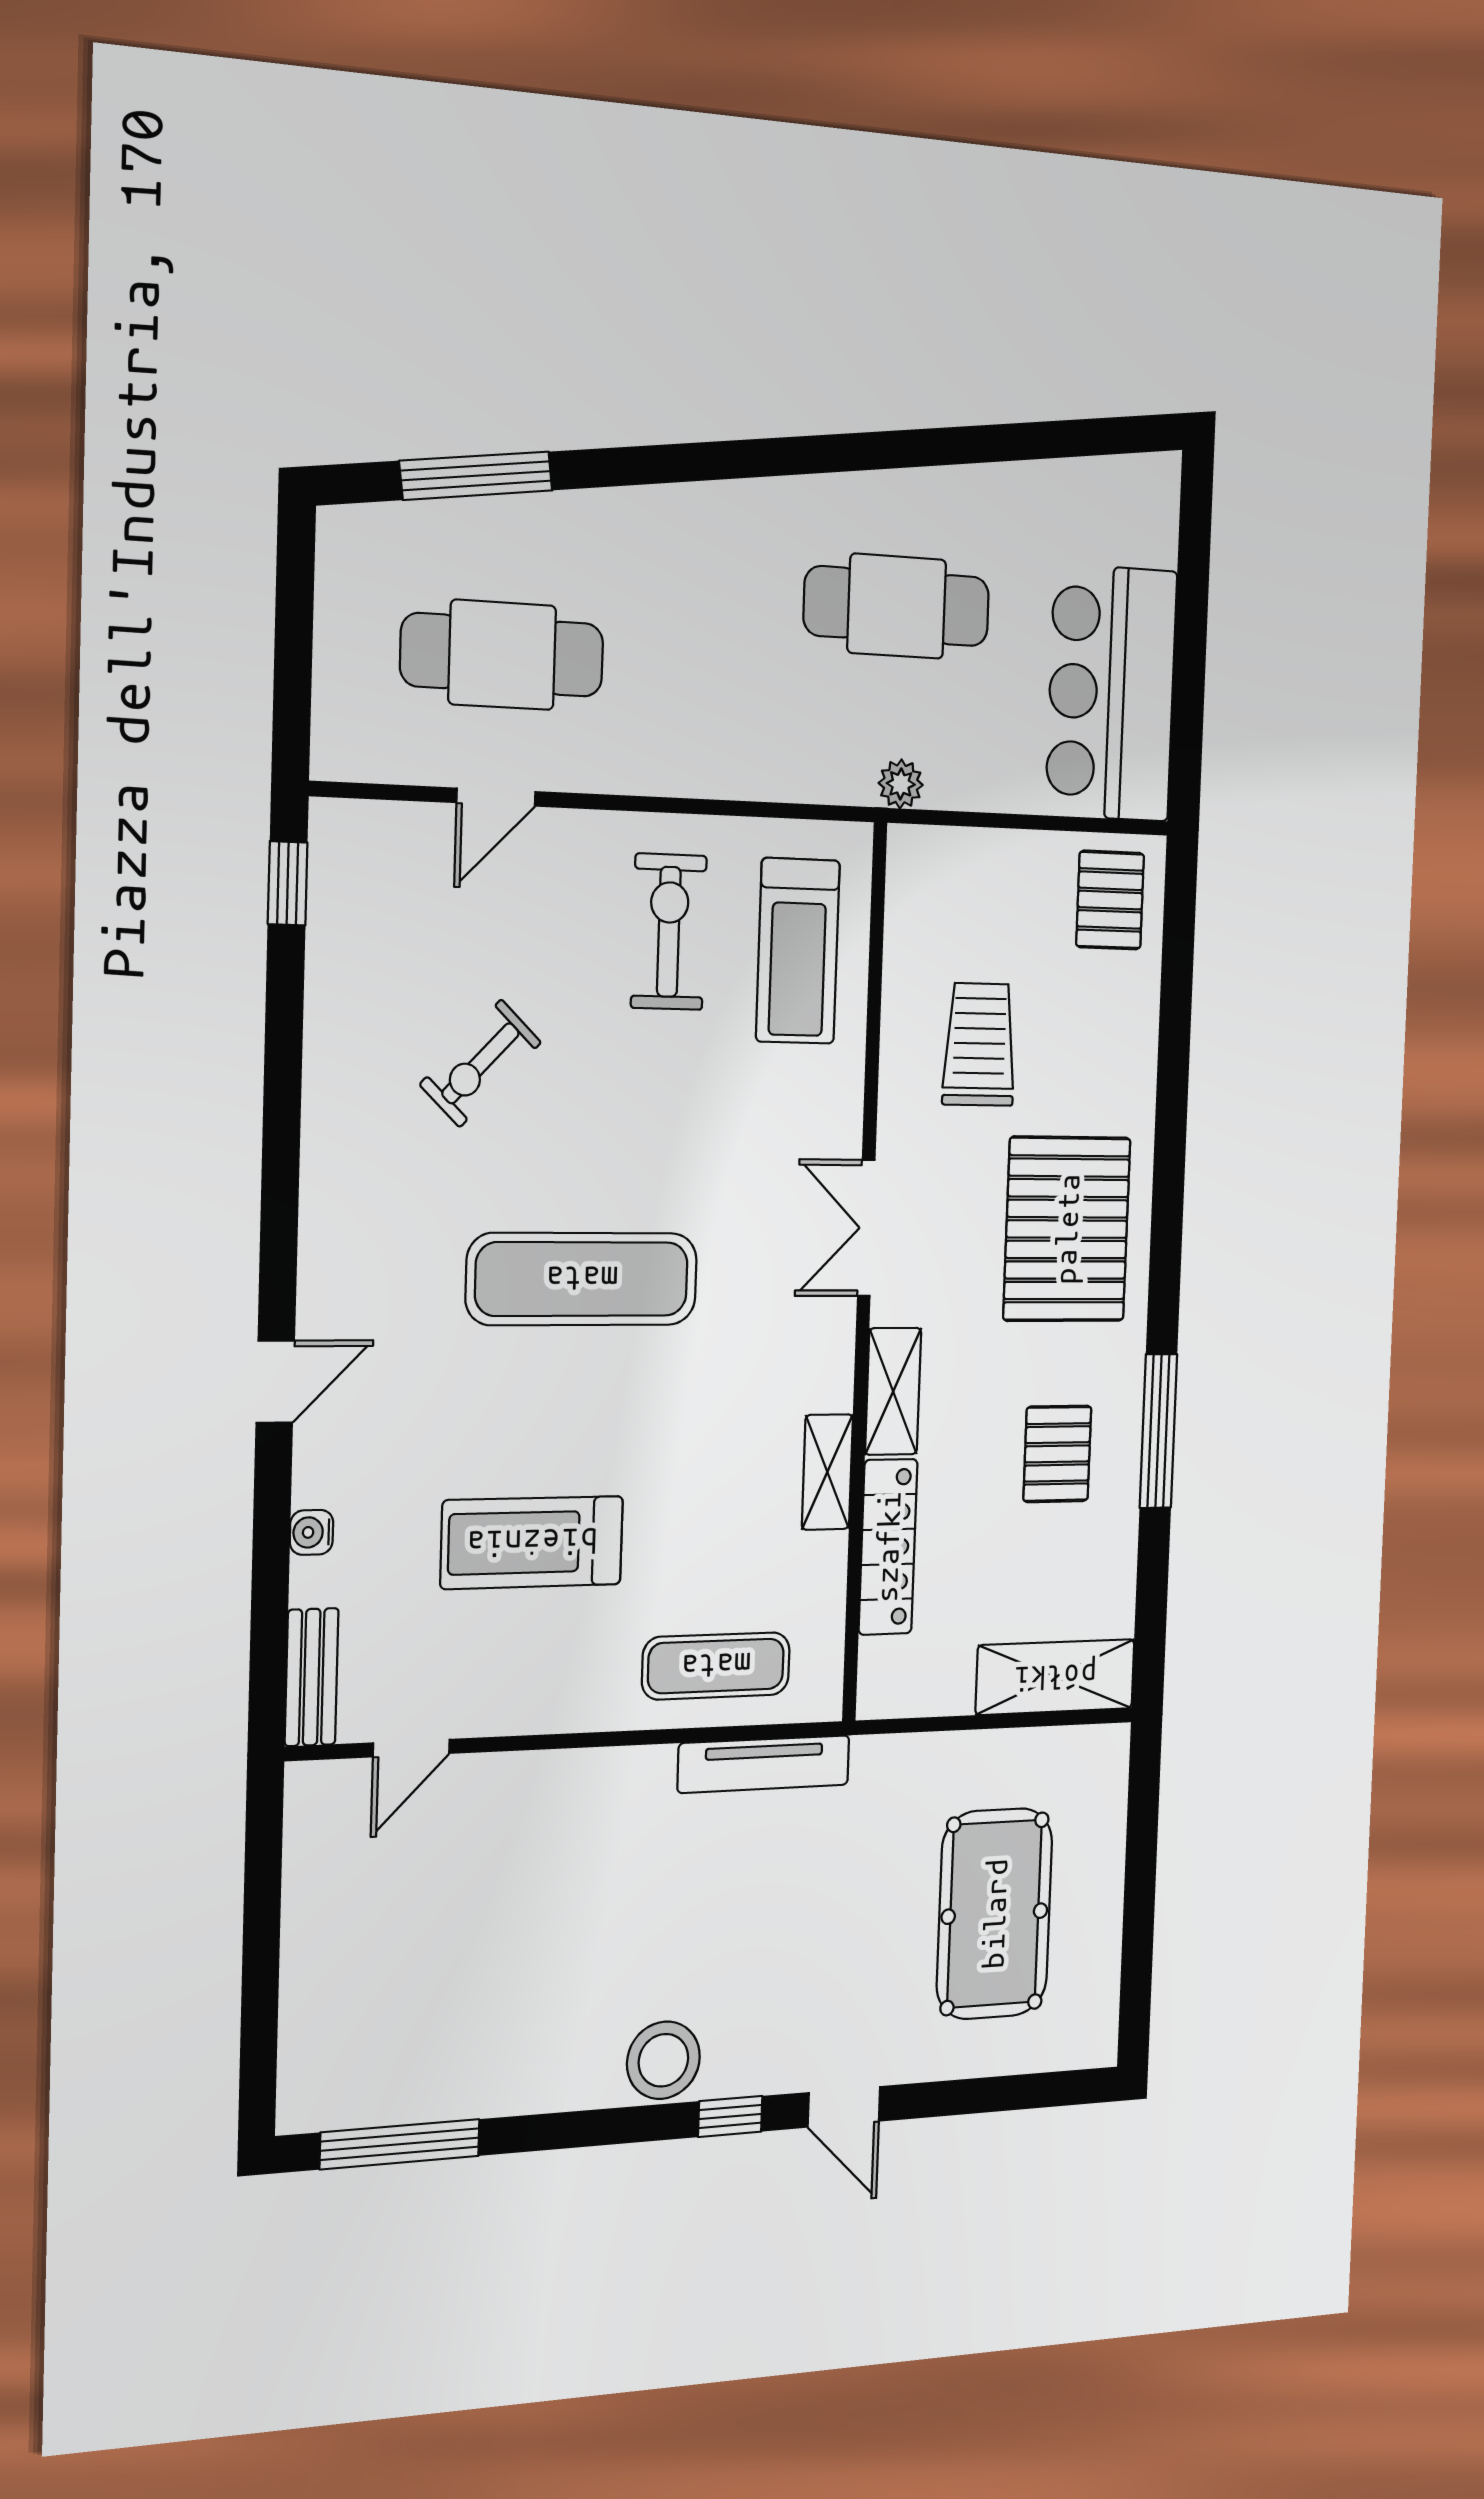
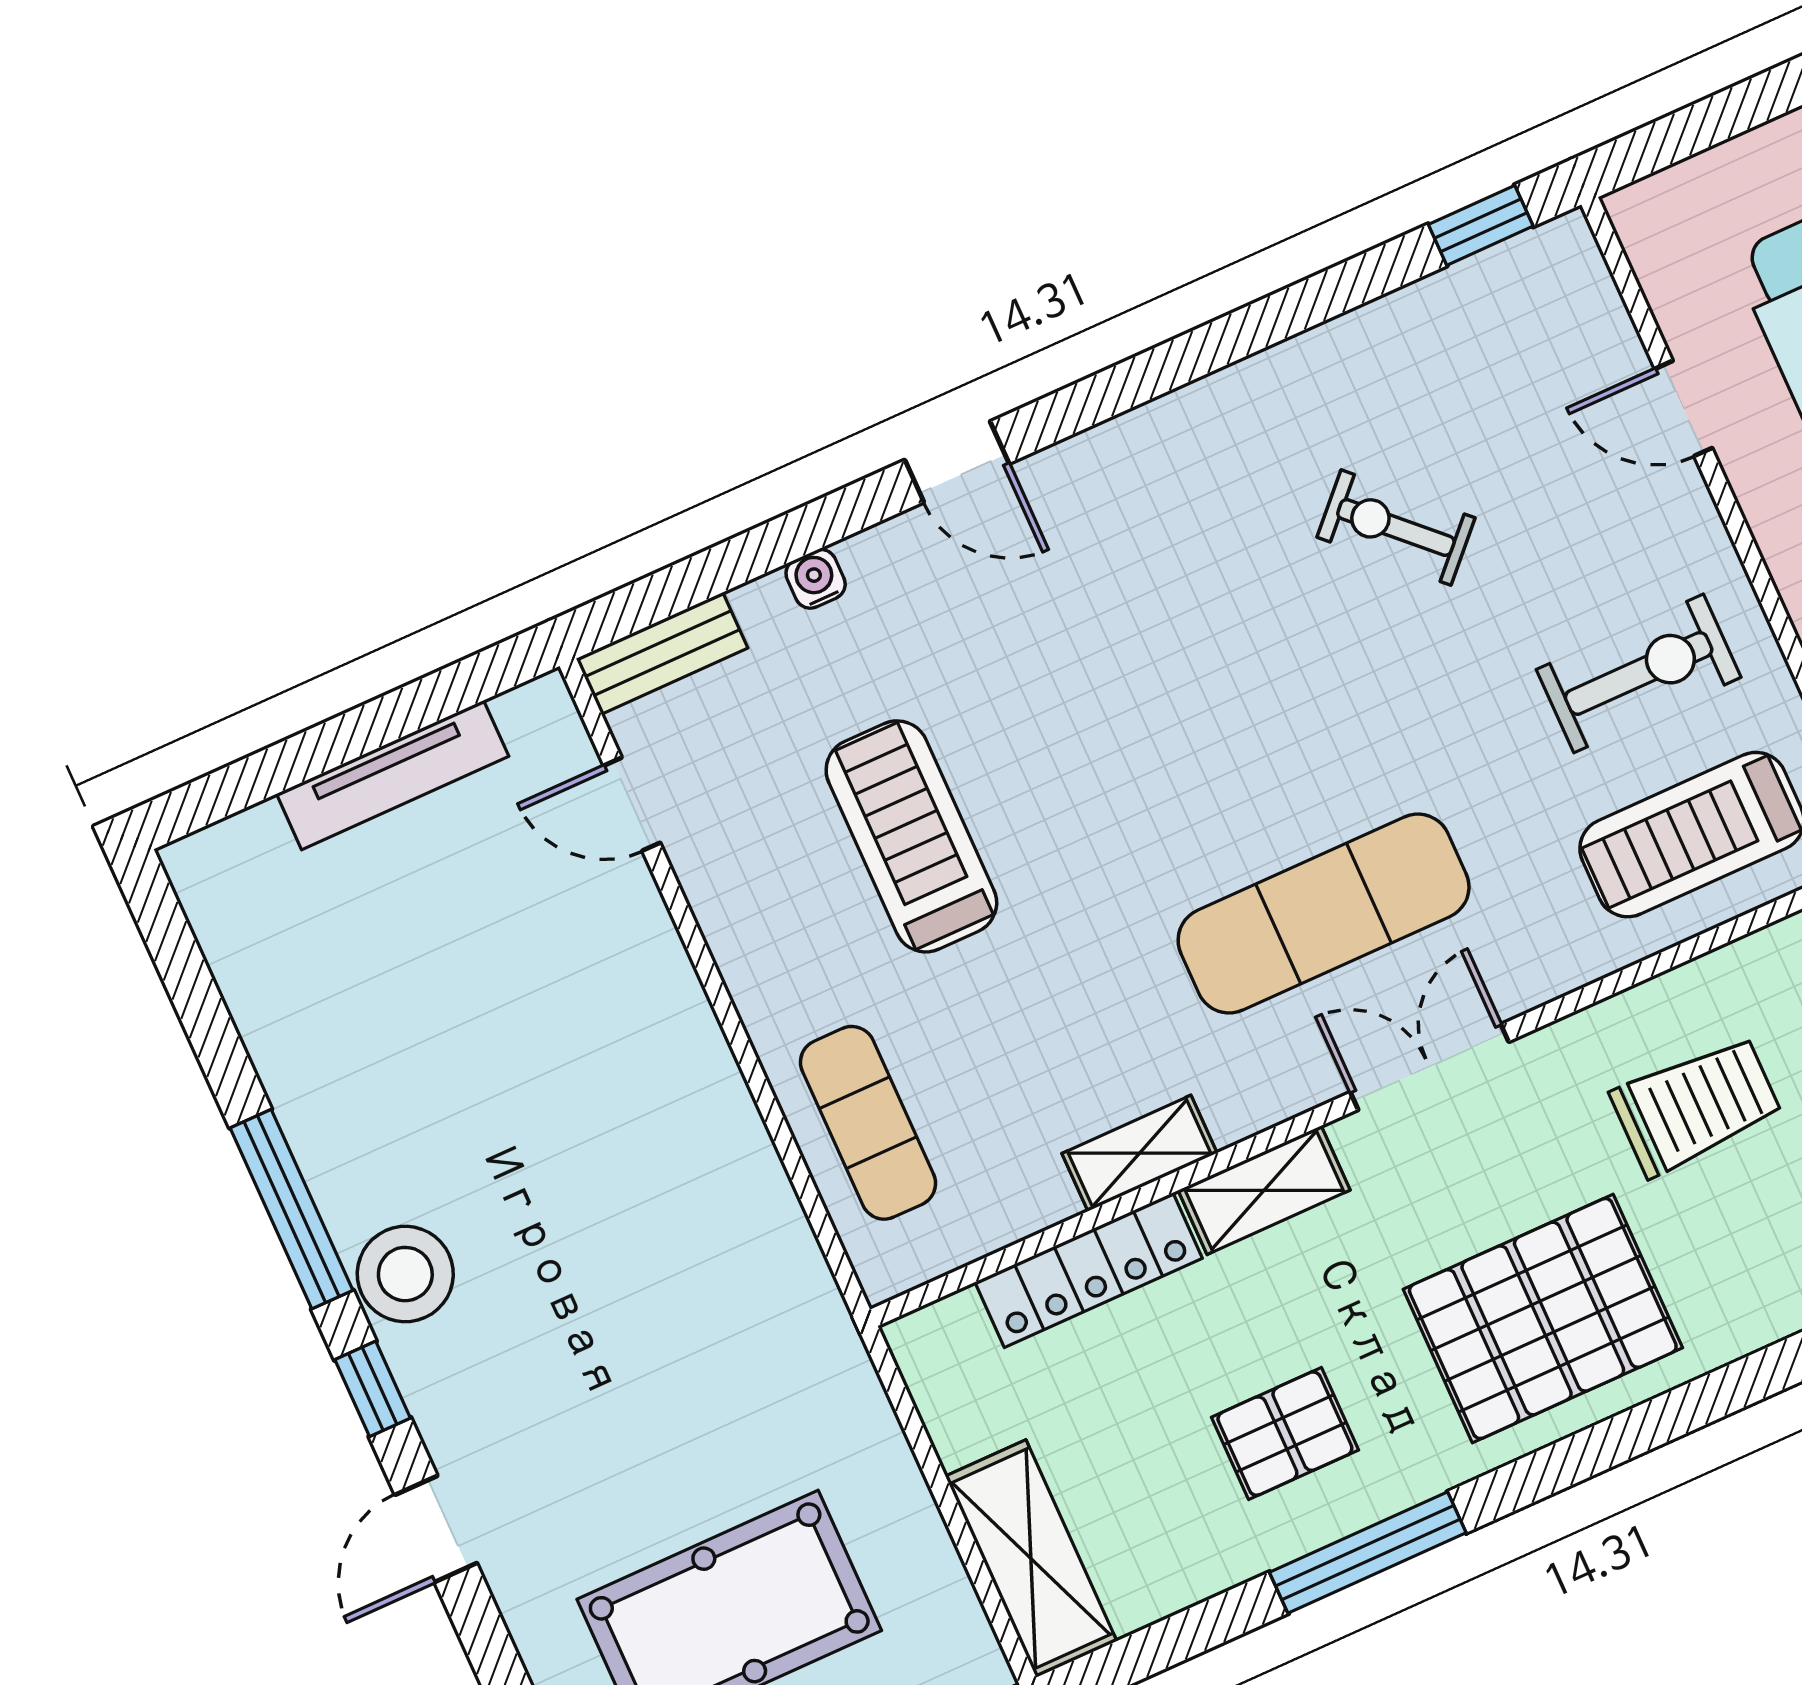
exercise mat: (582, 1279) -> (1324, 914), moved, turned 90
tv unit: (764, 1764) -> (393, 775), moved, turned -90
window: (400, 2144) -> (291, 1209), moved

